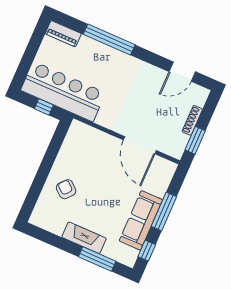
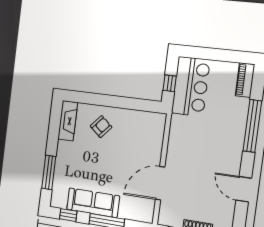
door: (182, 72) -> (244, 189), moved
bar counter: (63, 92) -> (191, 86), width x0.73
fireplace: (84, 238) -> (68, 121), moved

